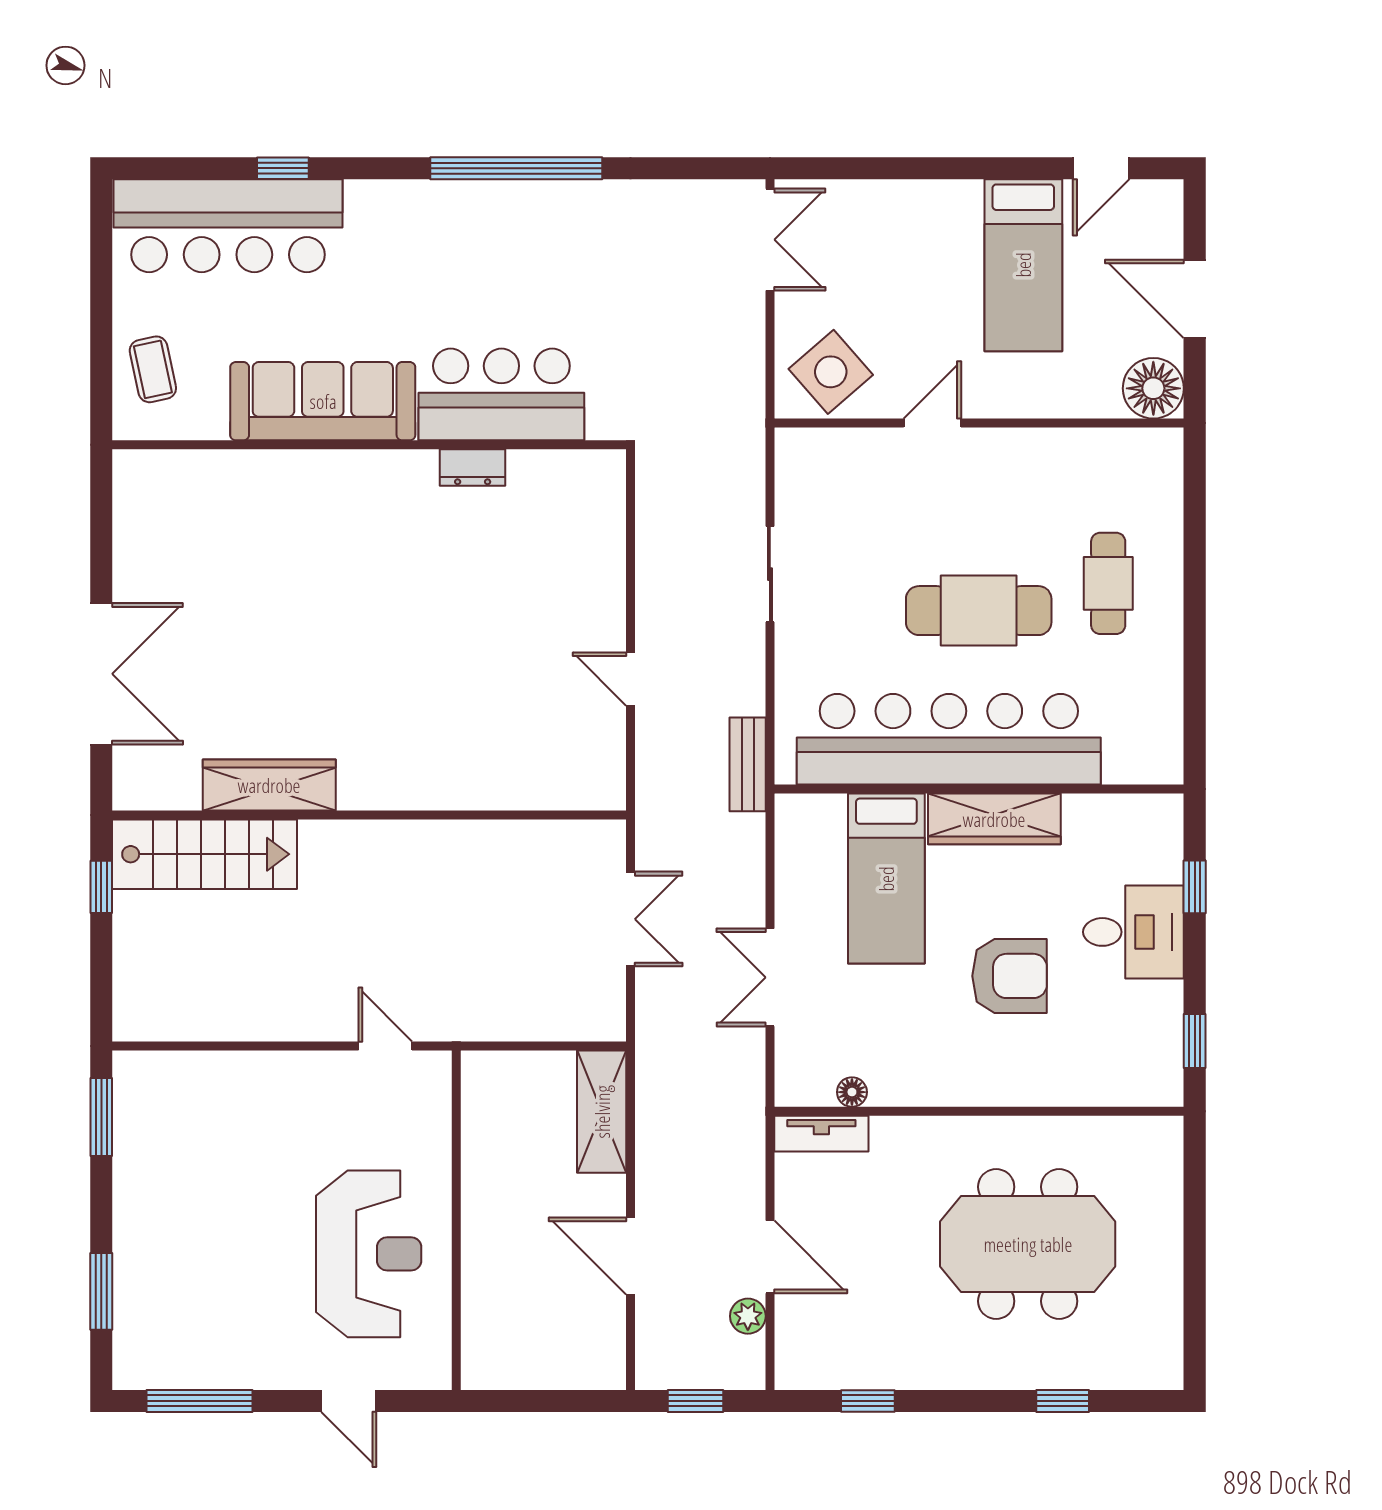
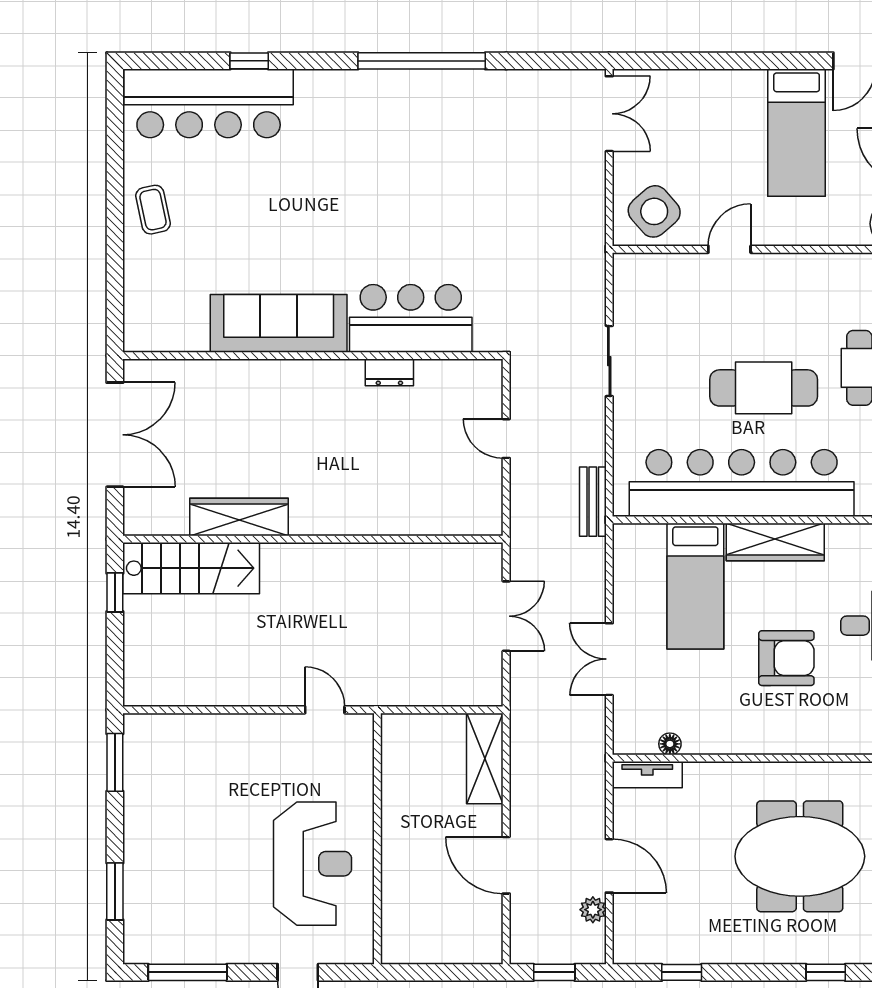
bar counter: (501, 394) -> (411, 318), moved
sofa: (323, 401) -> (279, 323), moved
wall: (369, 445) -> (313, 356), moved
dresser: (473, 467) -> (389, 372), moved

